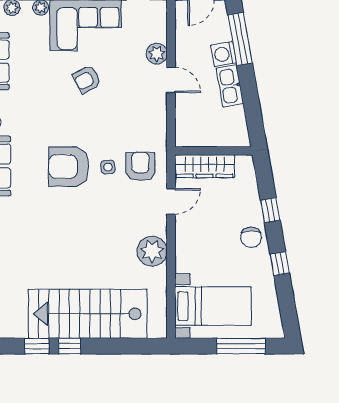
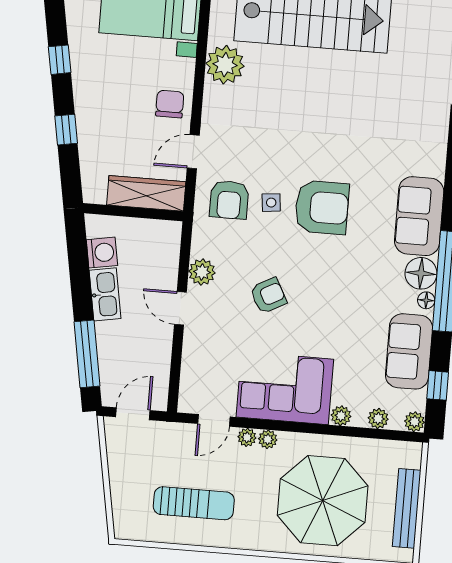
plant: (157, 54) -> (202, 272), moved
washing machine: (224, 54) -> (102, 253), moved
armchair: (87, 79) -> (268, 296), moved
chair: (251, 237) -> (170, 104), moved
plant: (152, 251) -> (225, 65), moved

